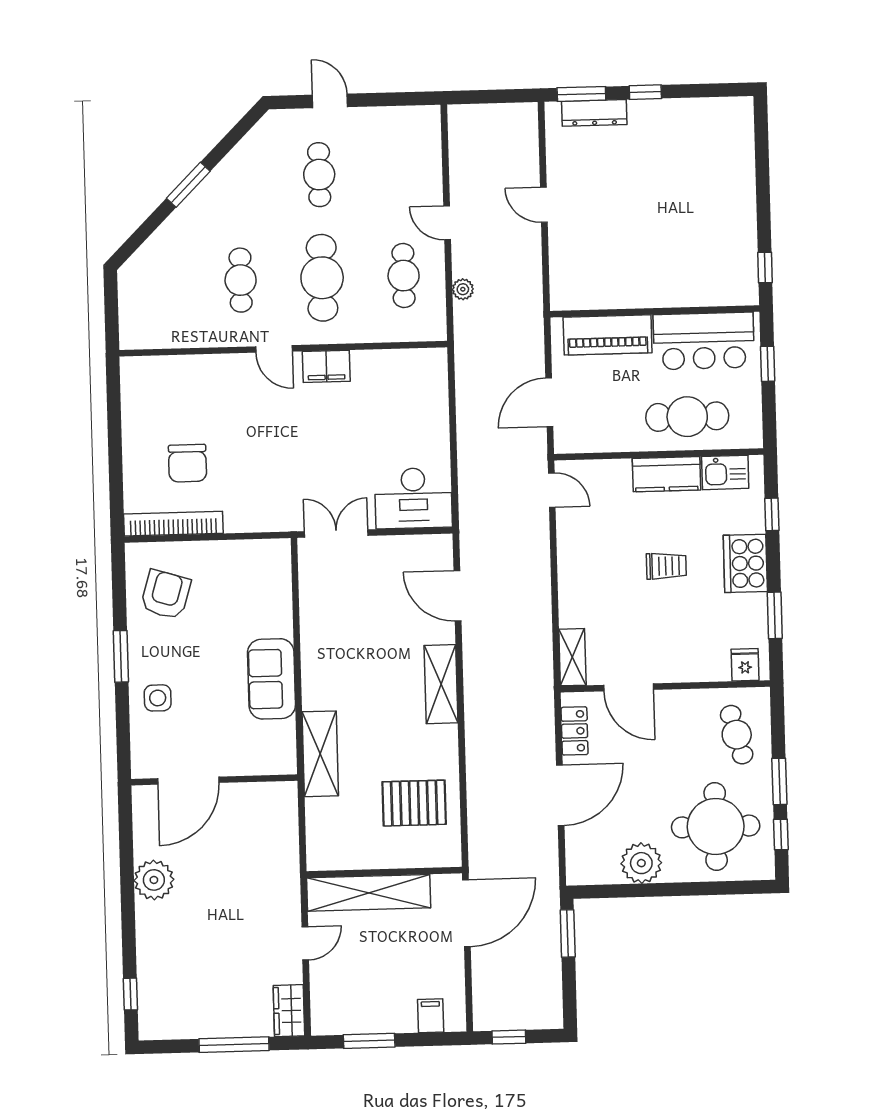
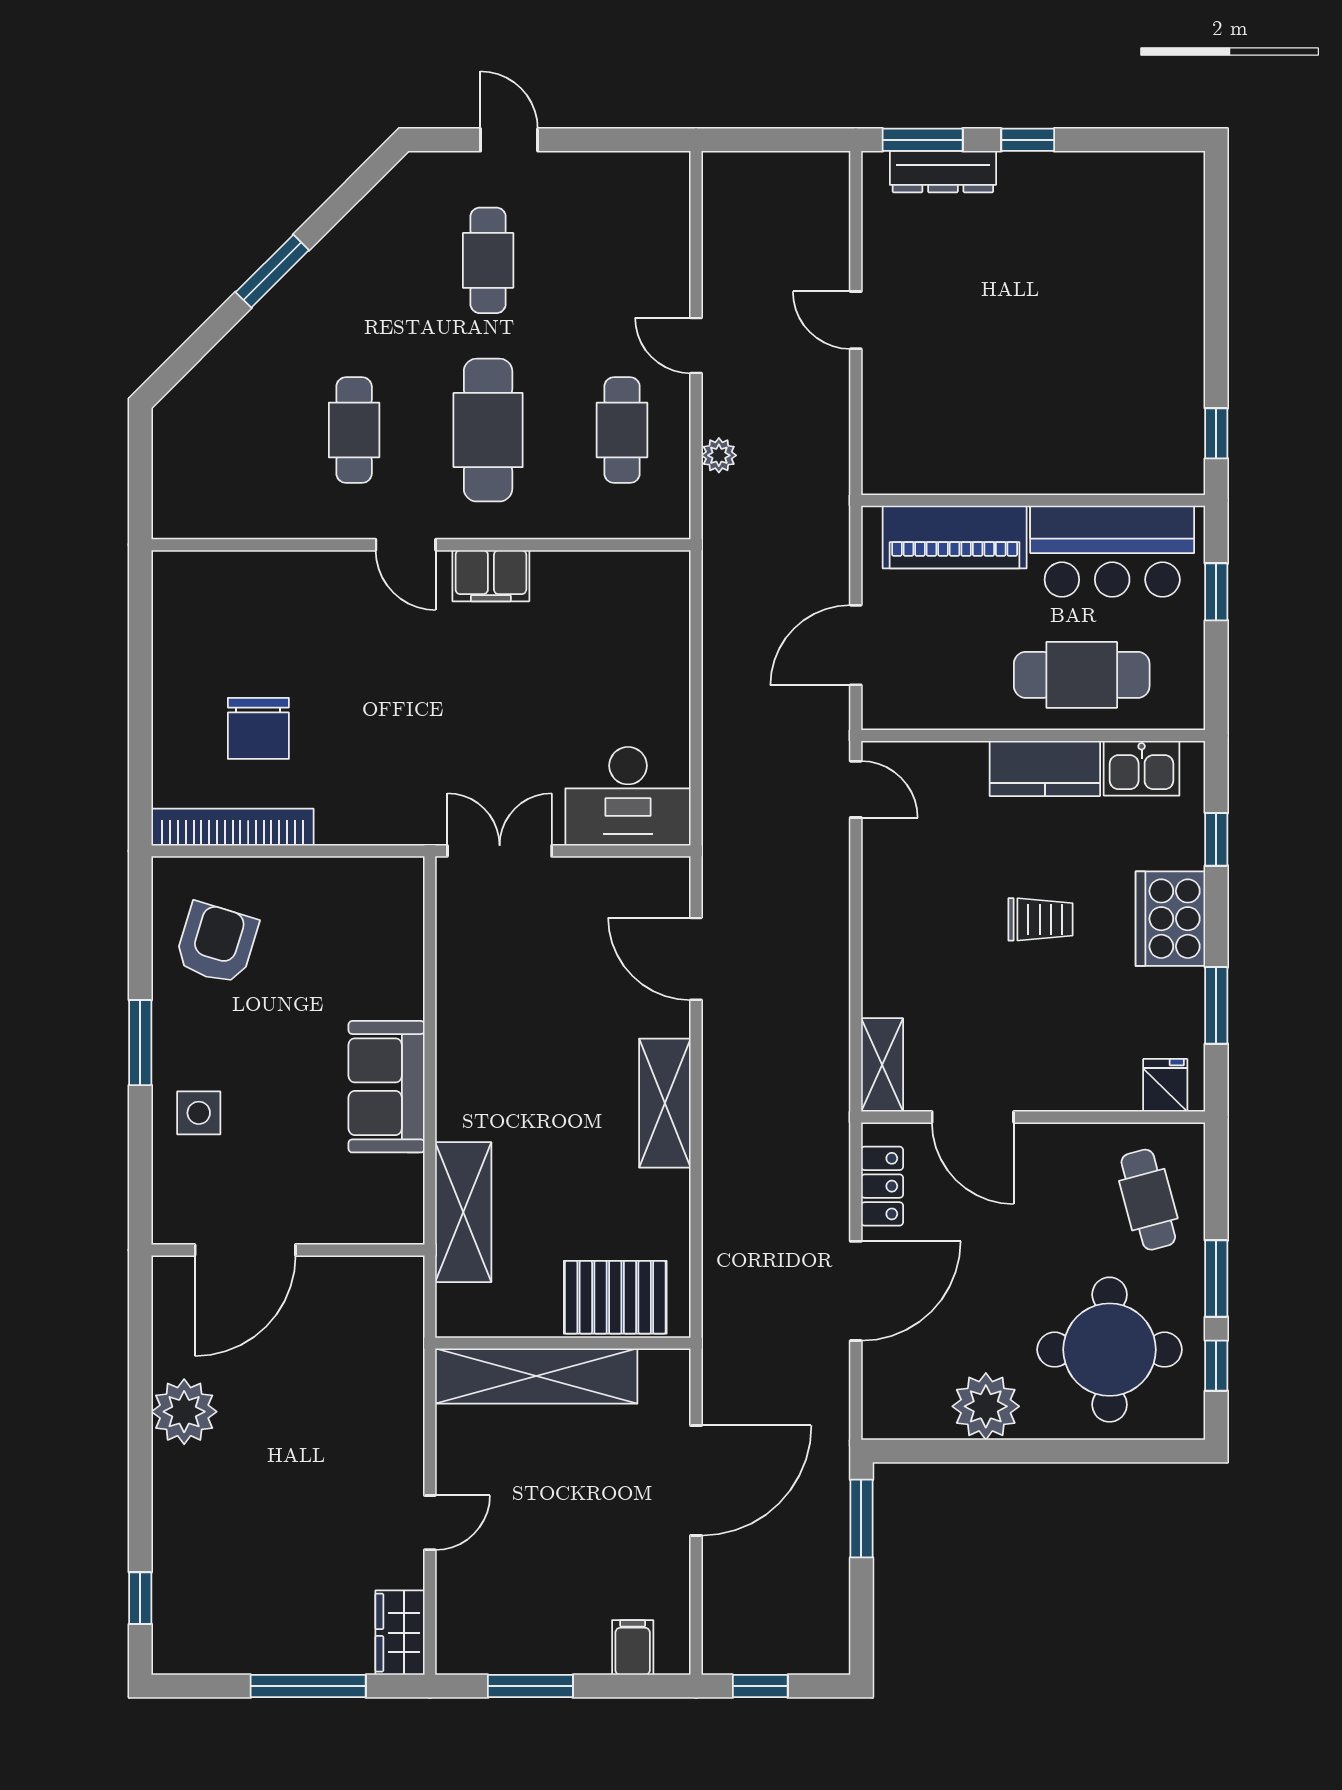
wall: (384, 872) -> (563, 1343), moved
shelving: (369, 893) -> (536, 1376), moved

